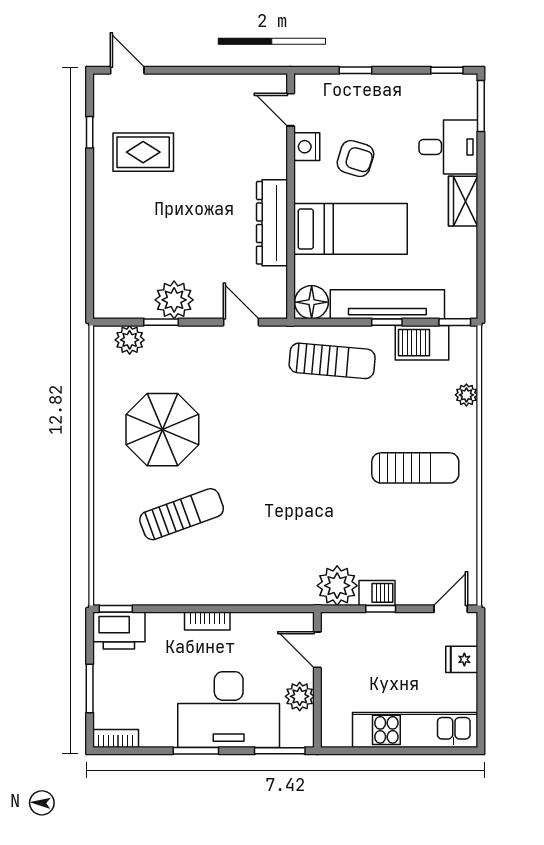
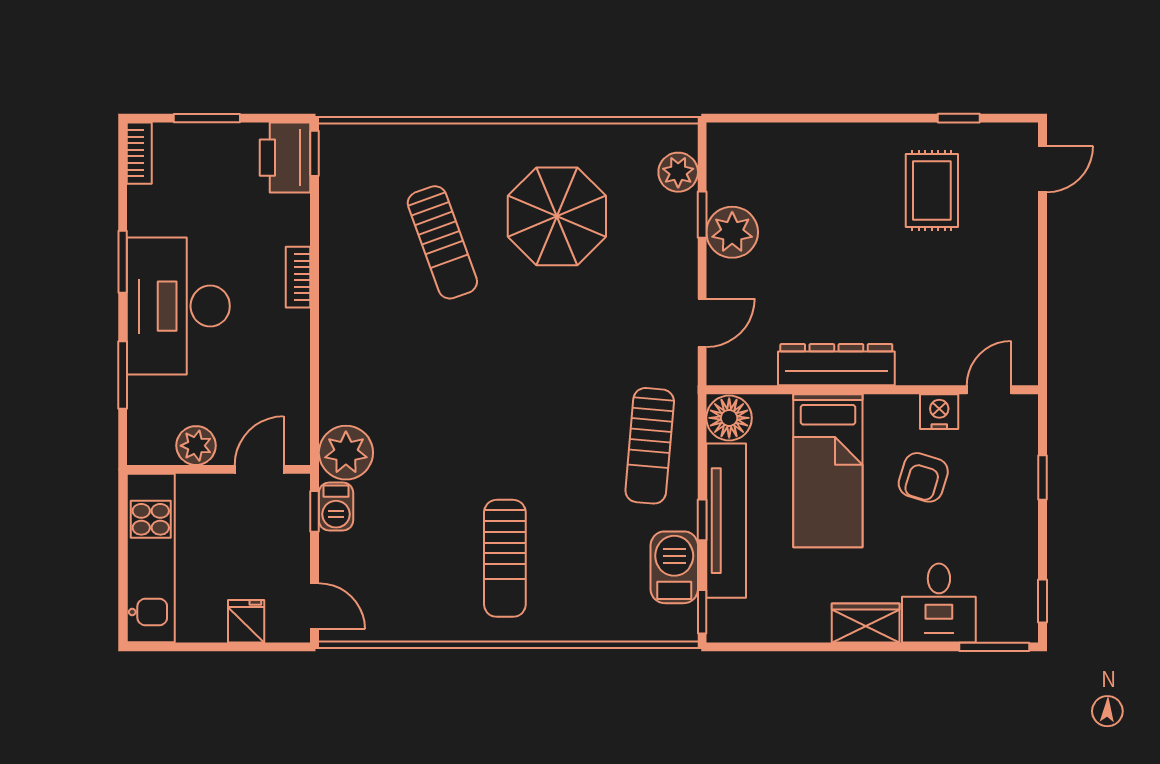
plant: (466, 395) -> (604, 627), removed
door: (317, 650) -> (259, 469), moved
wall: (317, 680) -> (219, 469), moved
plant: (300, 696) -> (196, 446), moved

